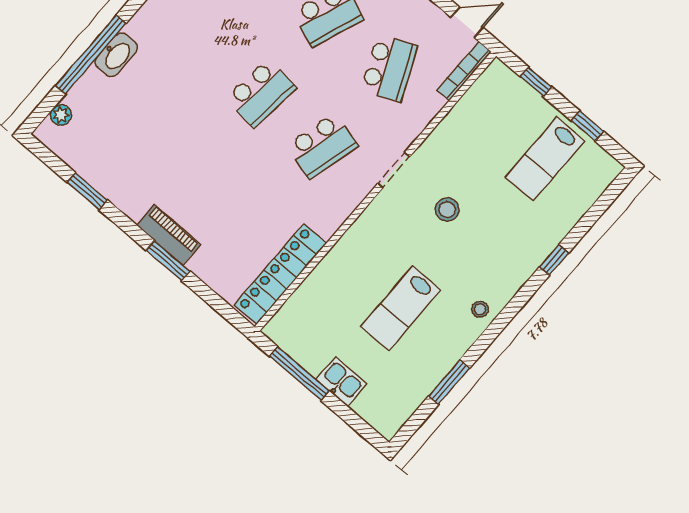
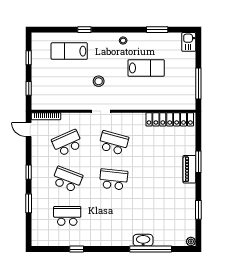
plant: (61, 115) -> (191, 241), moved
lab bench: (545, 159) -> (69, 51), moved, turned 180
kitchen sink: (341, 382) -> (189, 42), moved

